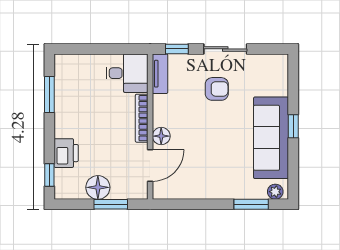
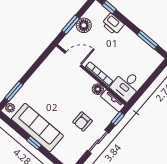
floor lamp: (161, 136) -> (98, 89), moved
door: (150, 165) -> (73, 59), swing flipped

